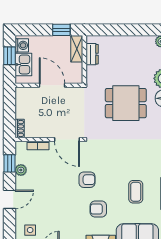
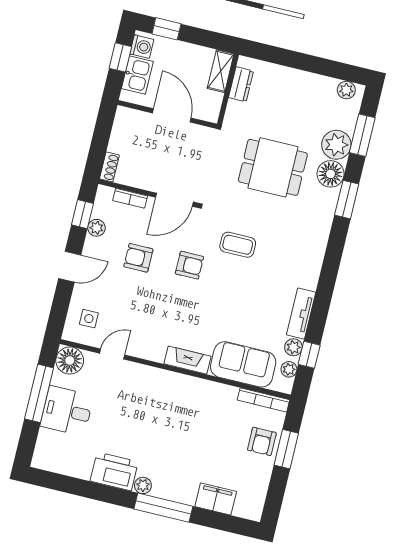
window: (61, 30) -> (167, 29), moved
door: (67, 140) -> (174, 200), hinge flipped
coffee table: (136, 192) -> (238, 245), moved, turned 90
armchair: (98, 209) -> (138, 258), moved

